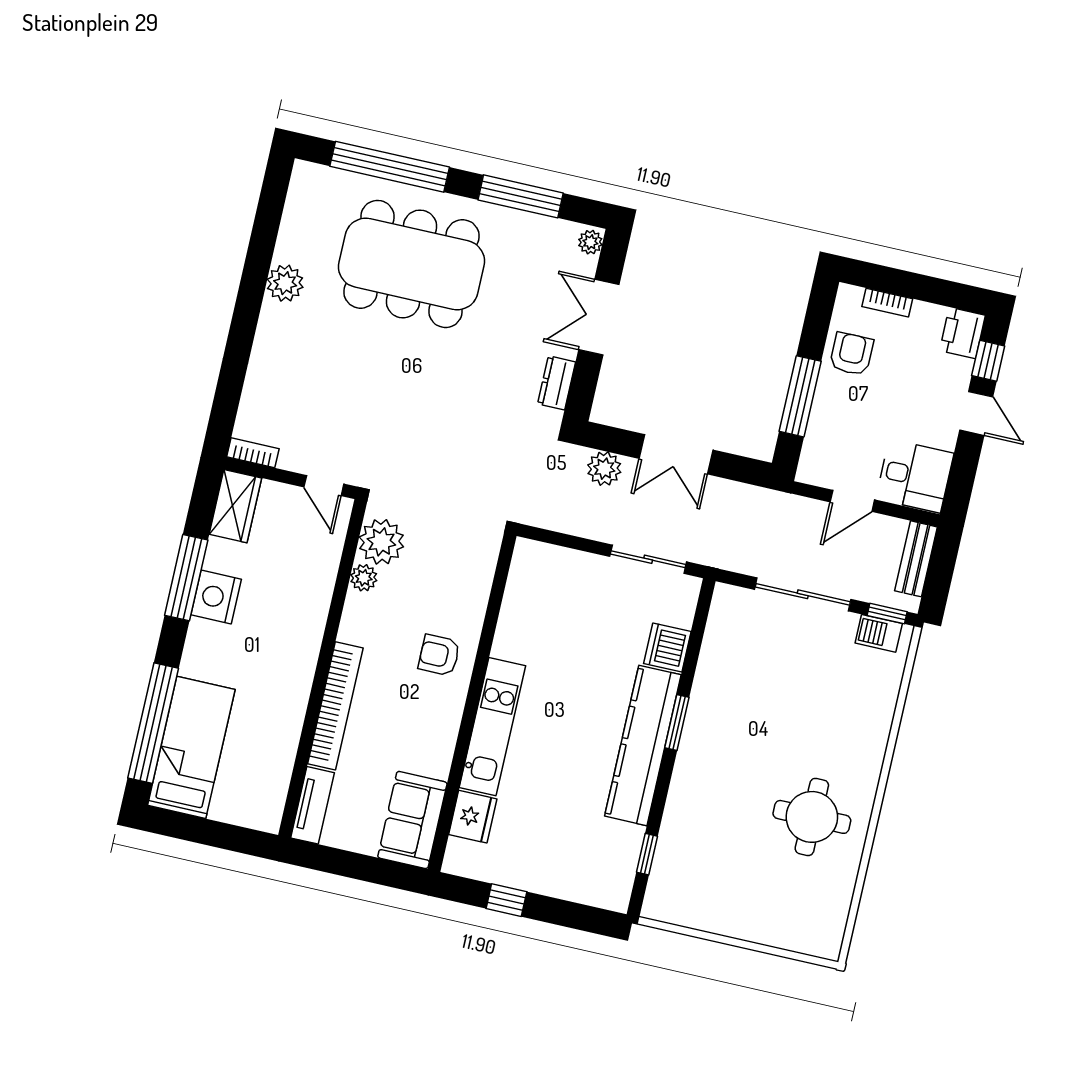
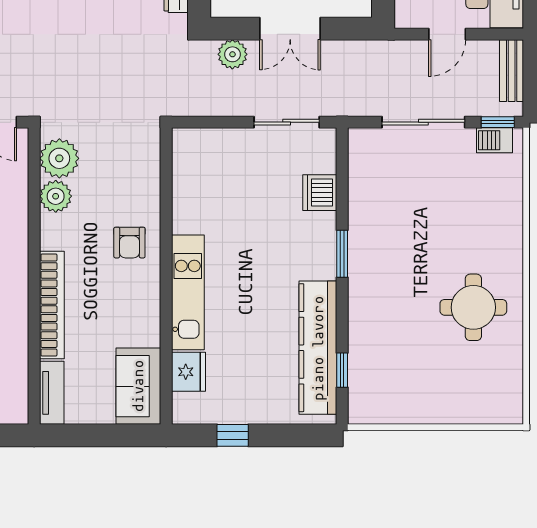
plant: (364, 578) -> (56, 196), width x1.38, depth x1.38
armchair: (439, 655) -> (129, 243), turned -90
kitchen counter: (643, 745) -> (318, 348), moved

